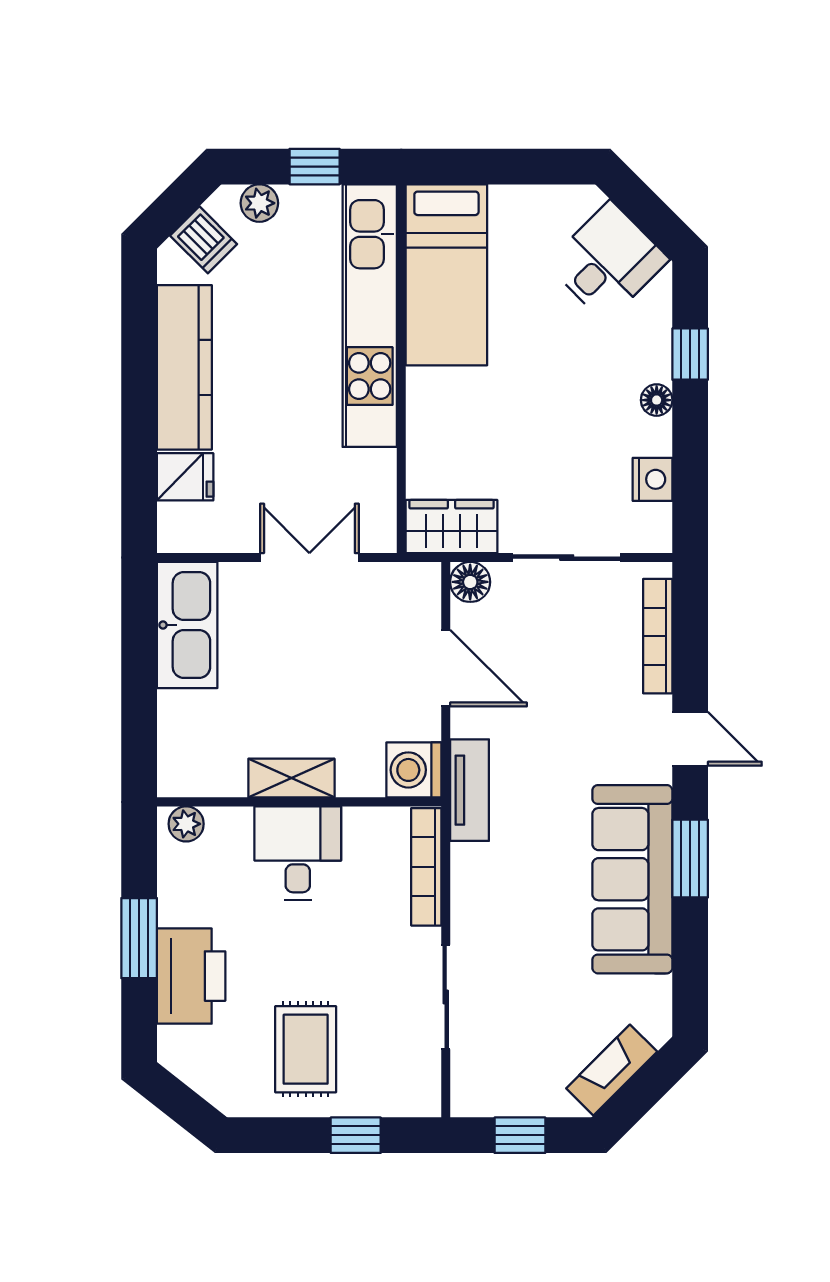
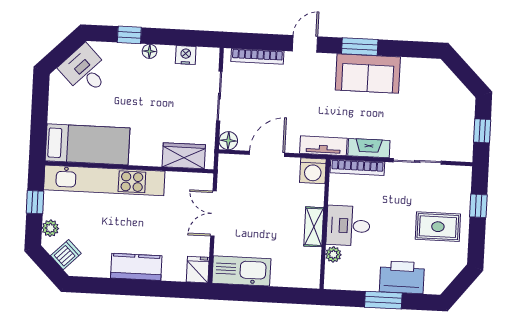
kitchen counter: (184, 367) -> (136, 267), width x0.67
fridge: (185, 477) -> (198, 270), moved
wardrobe: (452, 527) -> (184, 156), moved, turned 90
plant: (186, 824) -> (333, 254), moved
sofa: (632, 879) -> (368, 73), width x0.73
fireplace: (612, 1070) -> (369, 148), moved, turned 135

